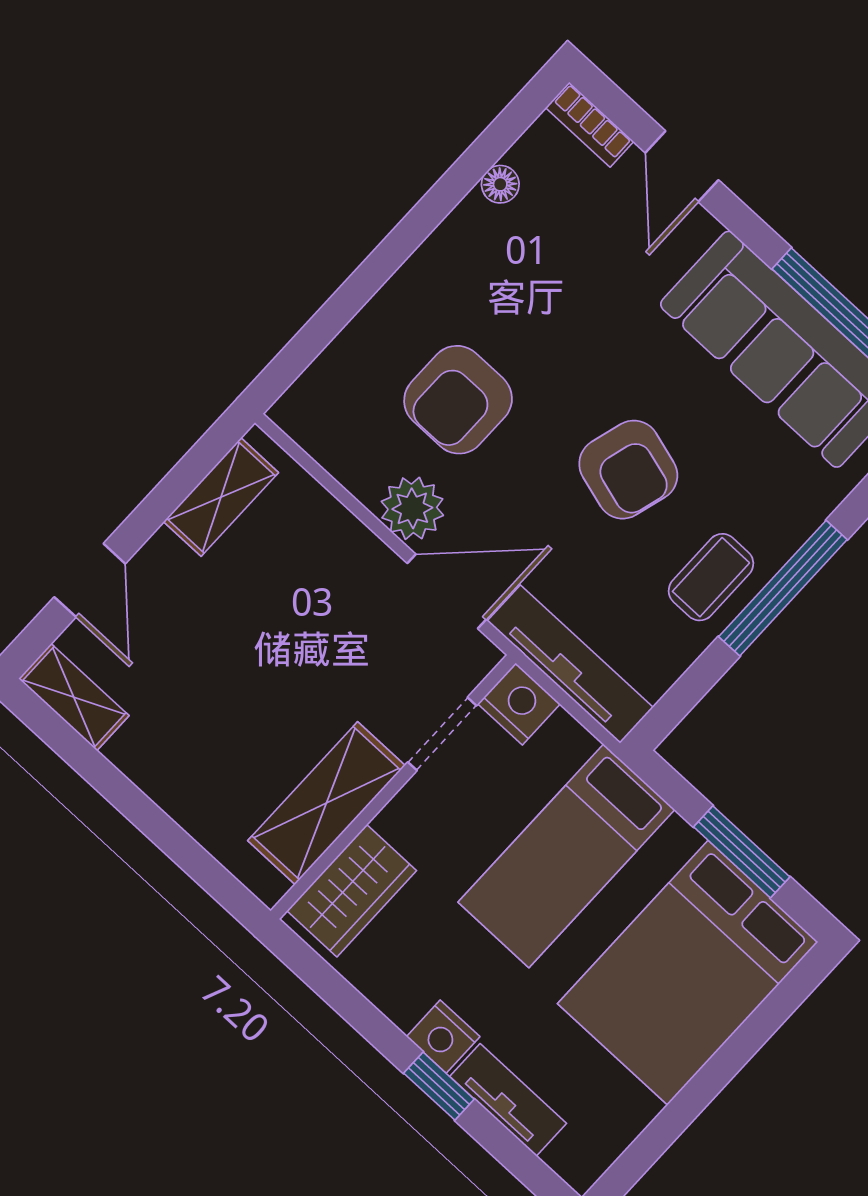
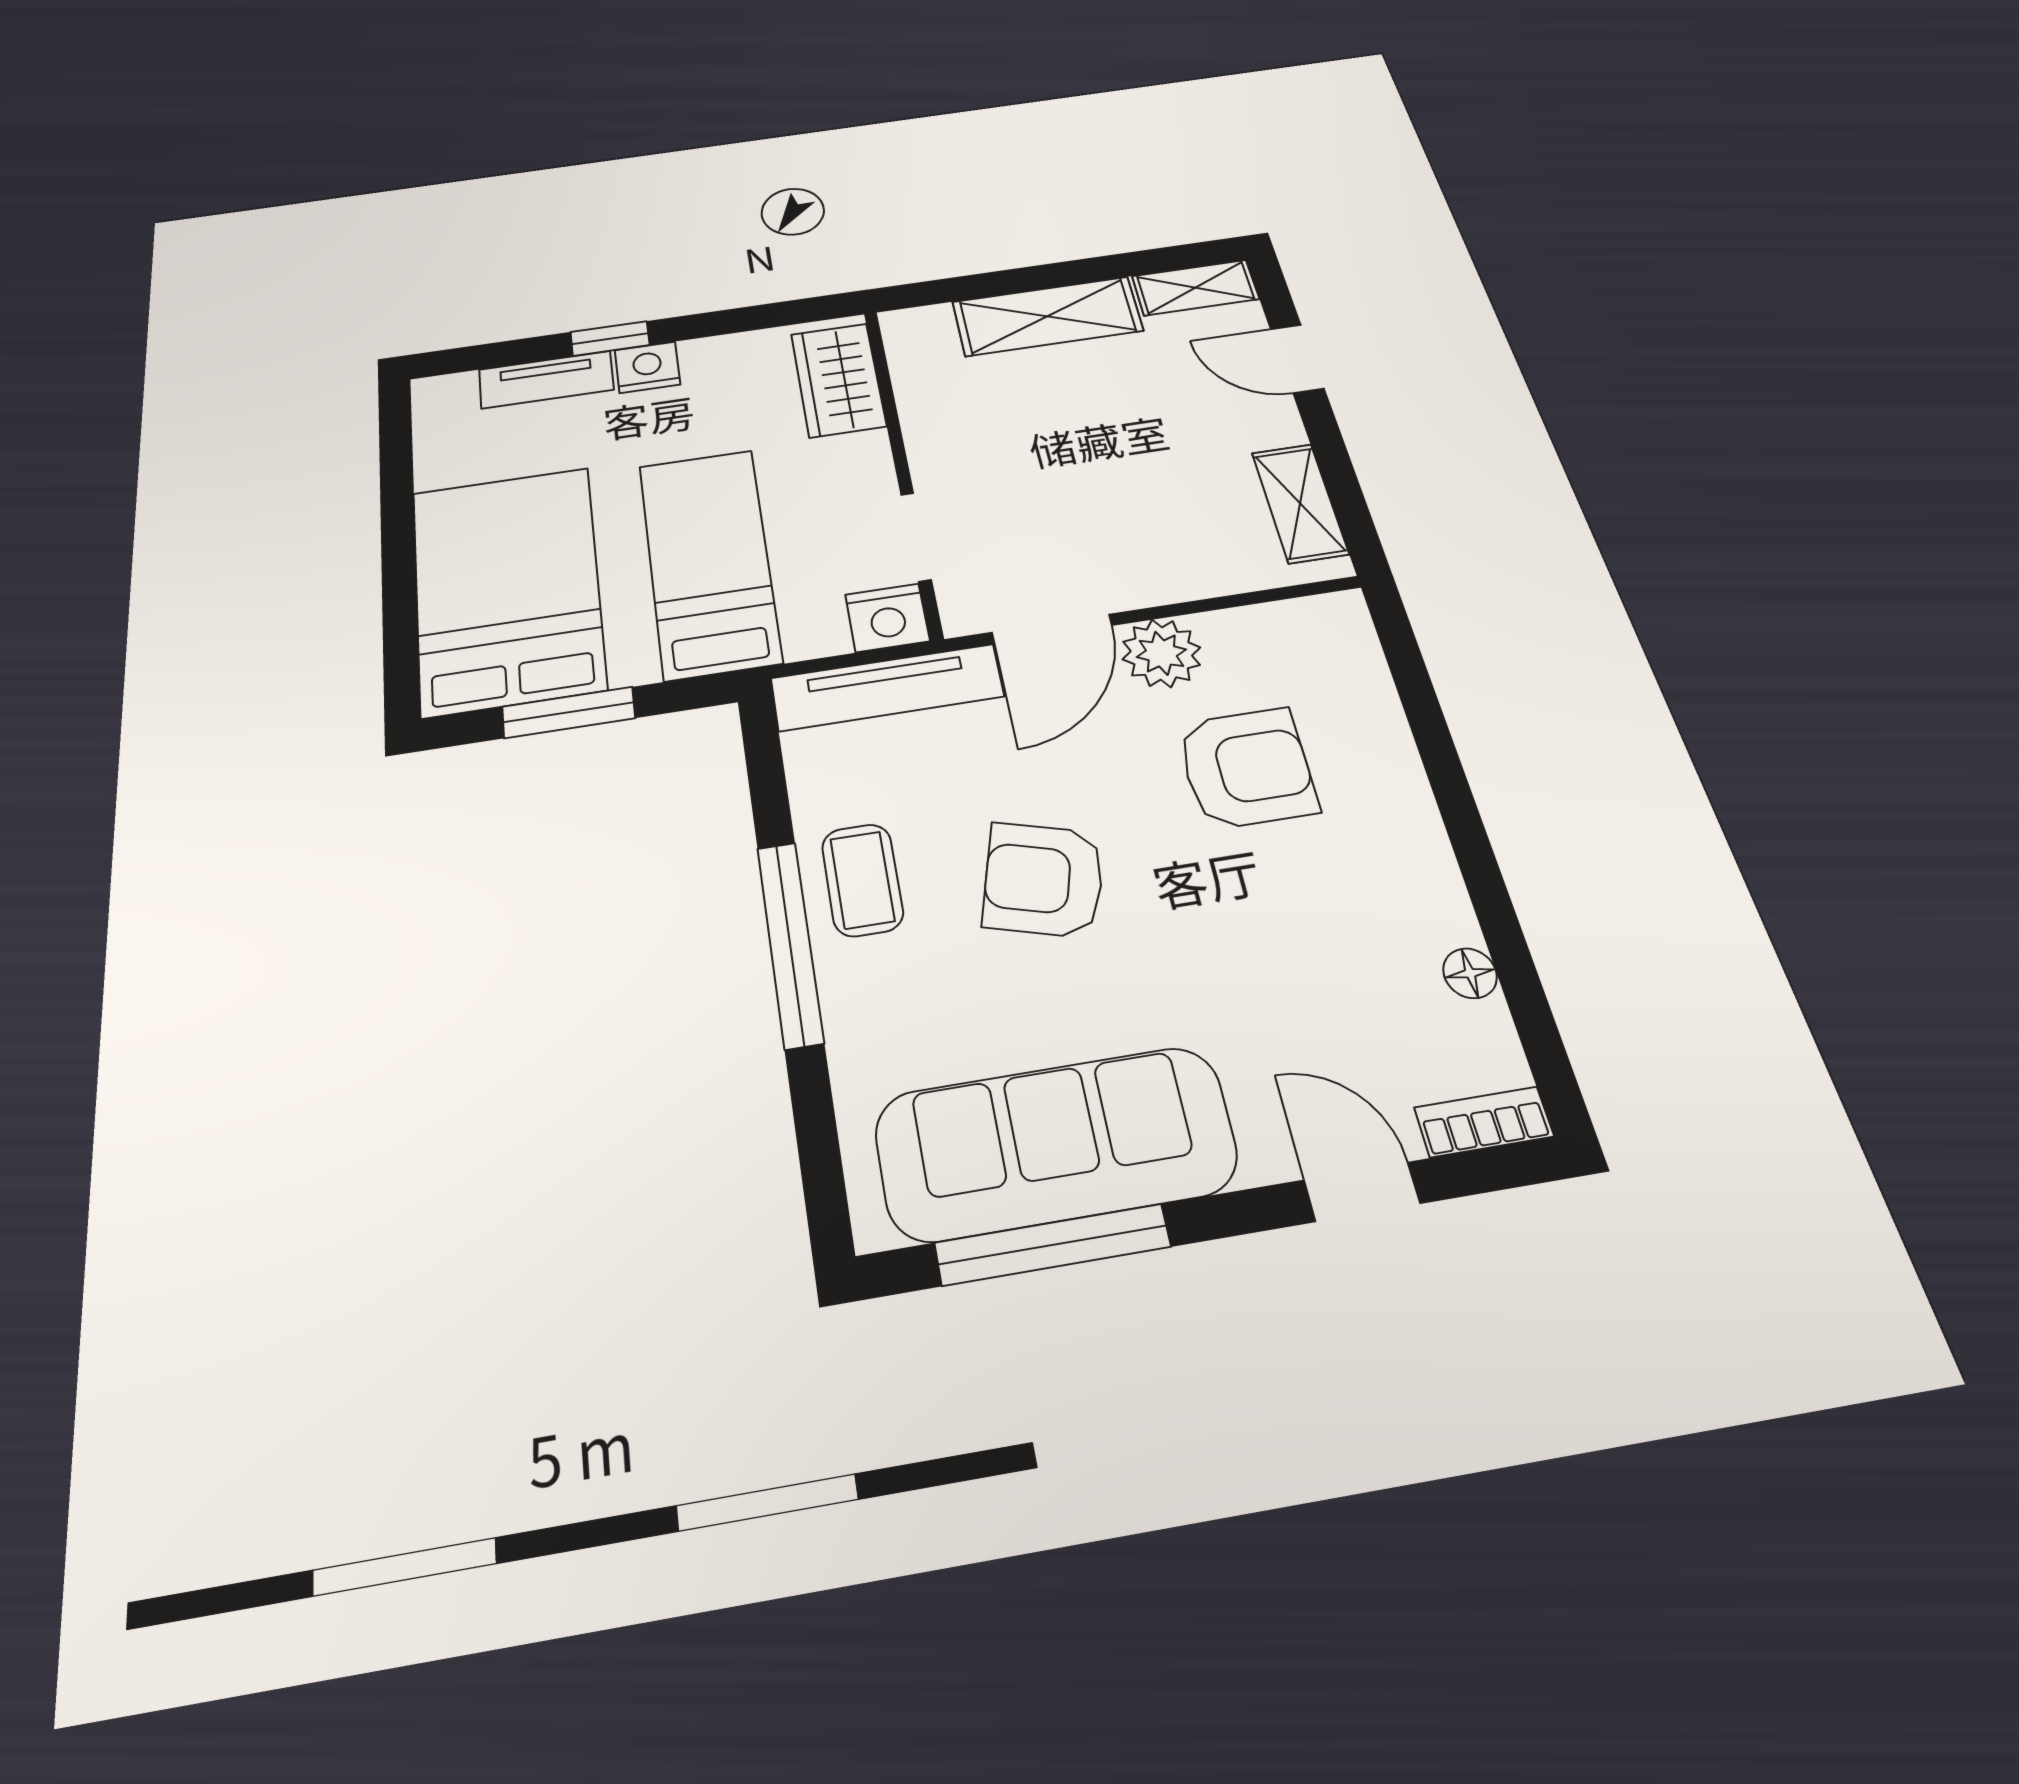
armchair: (458, 400) -> (1247, 768), turned 90
shelving: (326, 803) -> (1047, 316), moved, turned 90

